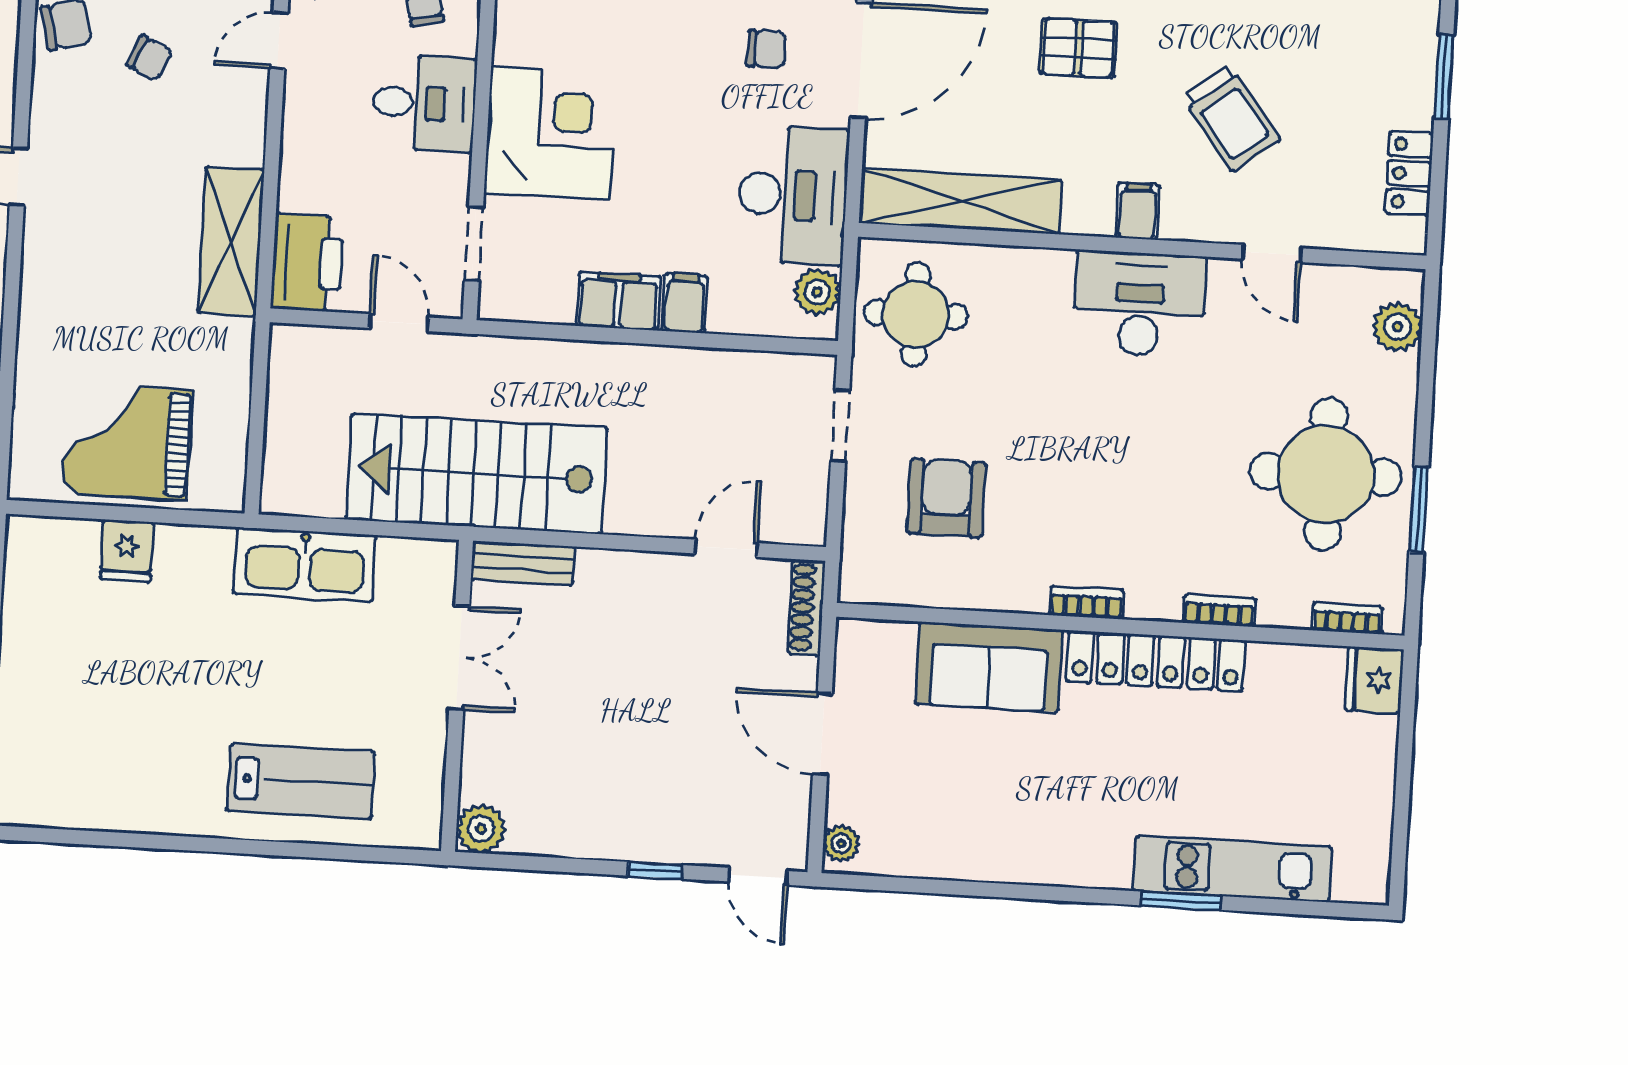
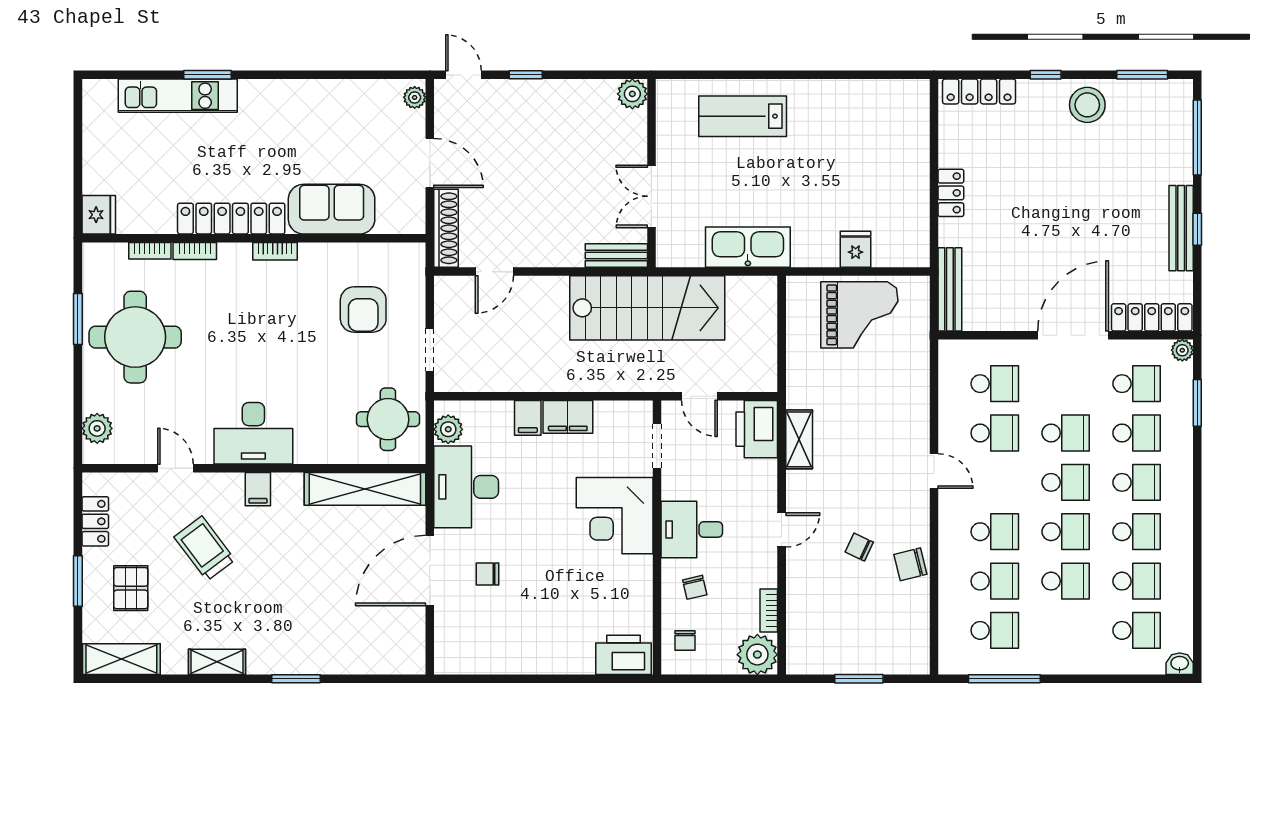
door: (279, 41) -> (782, 530), moved
pallet: (1078, 48) -> (131, 588), moved, turned 90
shelving: (231, 241) -> (799, 439), width x0.67, depth x0.75
shoe rack: (807, 607) -> (446, 228), width x1.36, depth x1.24
bookcase: (1347, 618) -> (150, 251), moved

